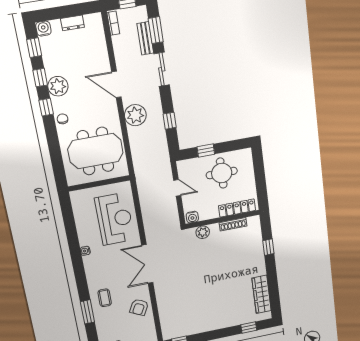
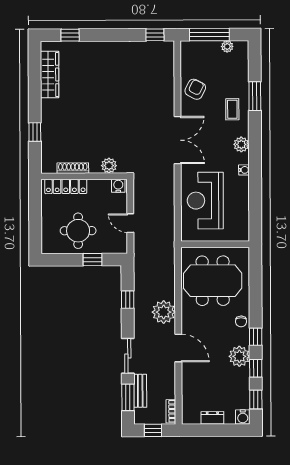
plant: (92, 271) -> (241, 144), added

